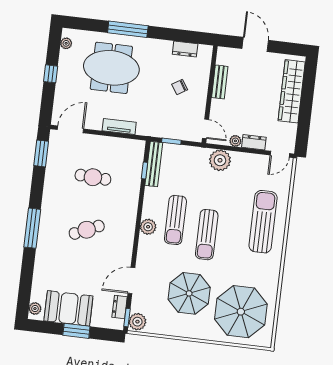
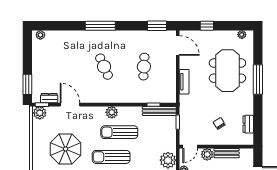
window: (51, 74) -> (207, 26), moved
plant: (218, 108) -> (207, 154), added
booth: (68, 308) -> (44, 60), removed
window: (76, 331) -> (27, 84), moved

